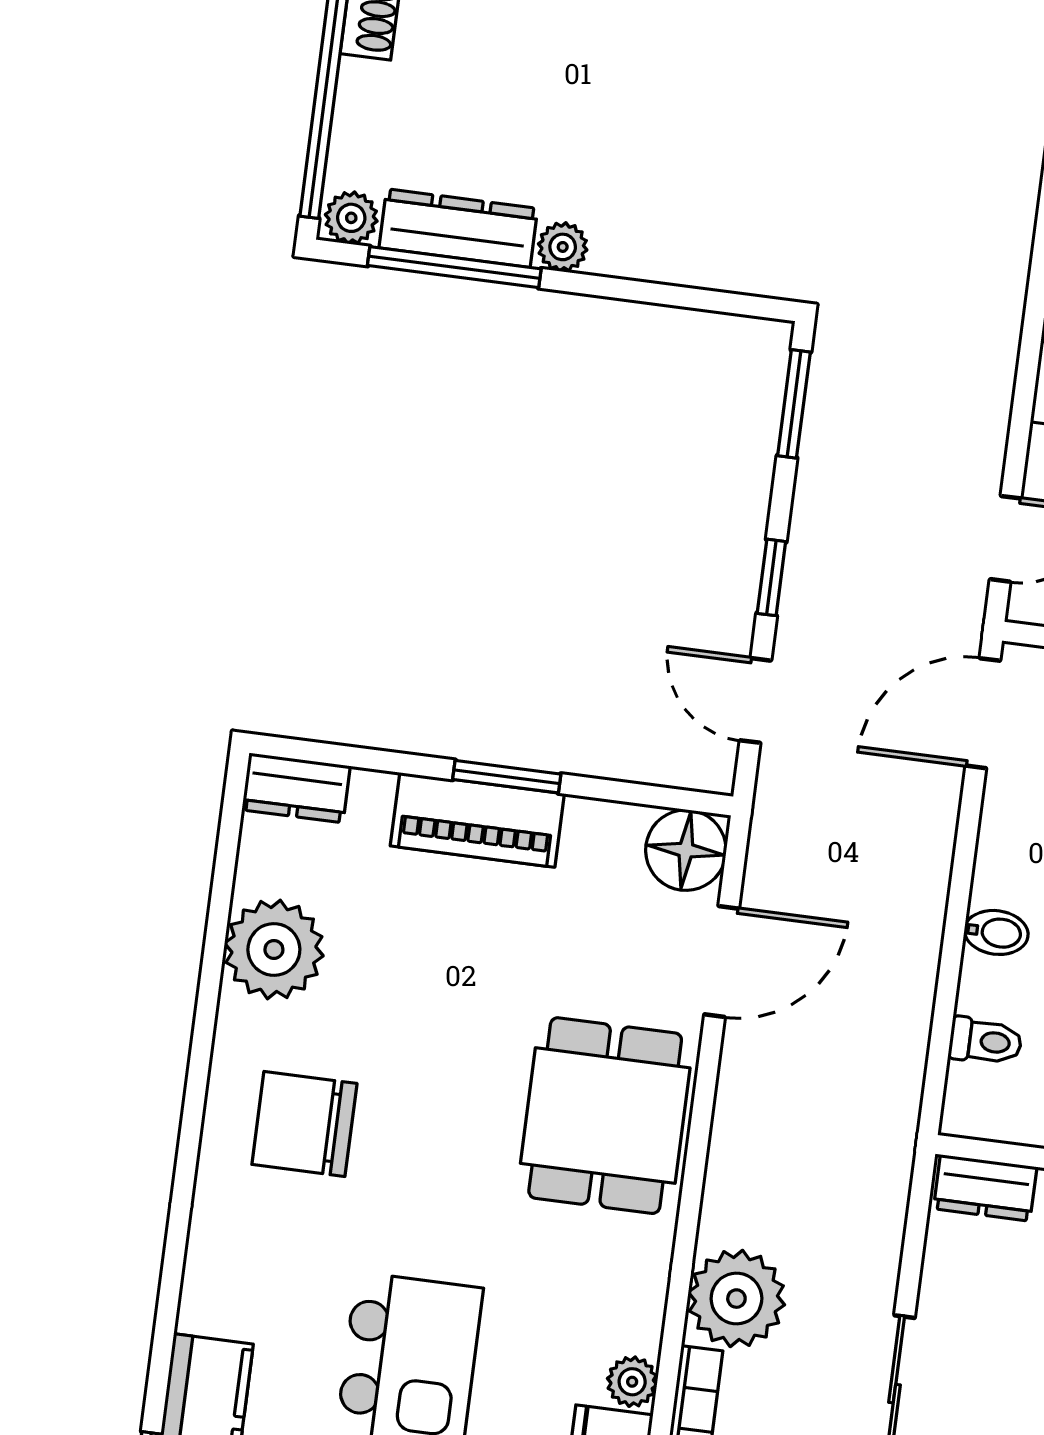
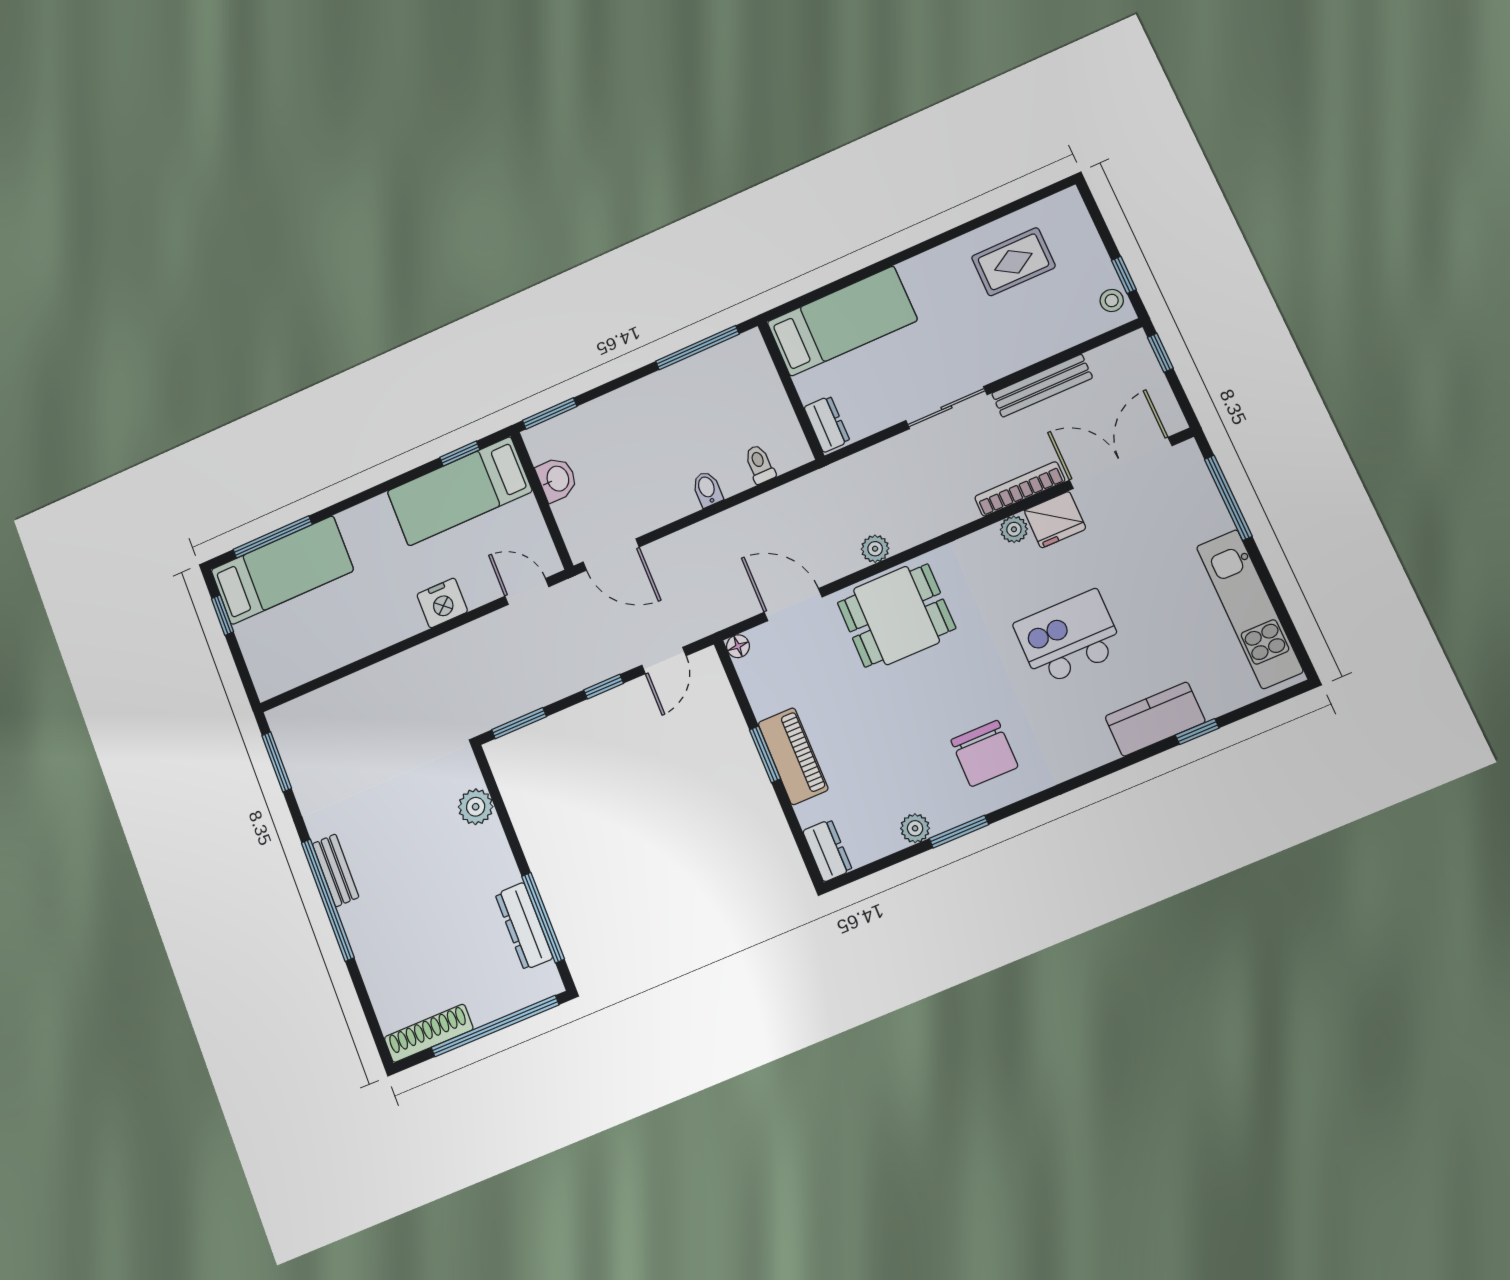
plant: (351, 218) -> (547, 980), removed
plant: (563, 247) -> (476, 807), moved, width x1.38, depth x1.38
floor lamp: (686, 850) -> (738, 646), width x0.53, depth x0.53
plant: (274, 949) -> (915, 828), width x0.53, depth x0.53
window: (206, 1012) -> (959, 832), added
plant: (736, 1299) -> (875, 549), moved, width x0.53, depth x0.53

